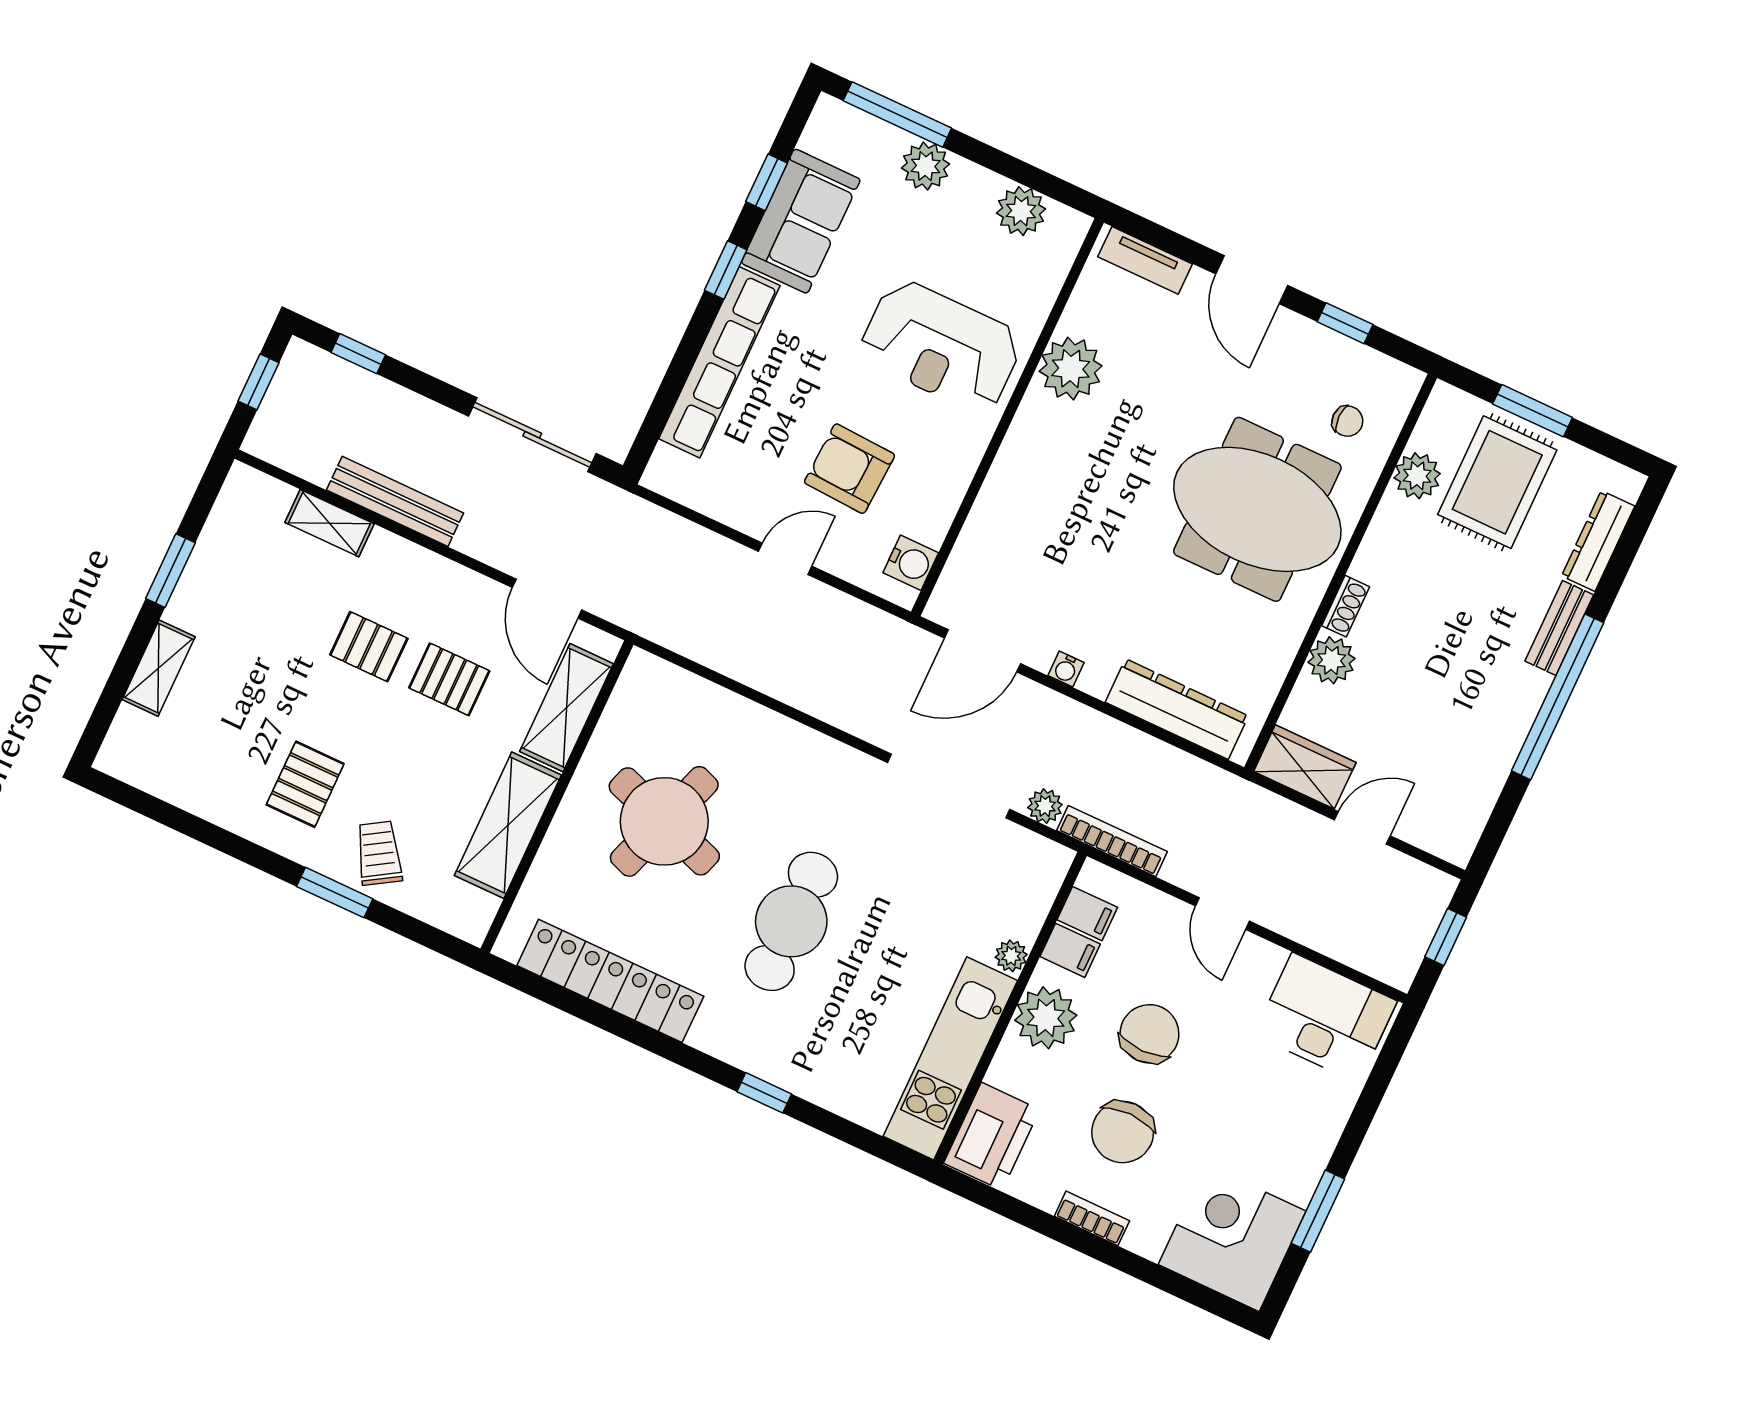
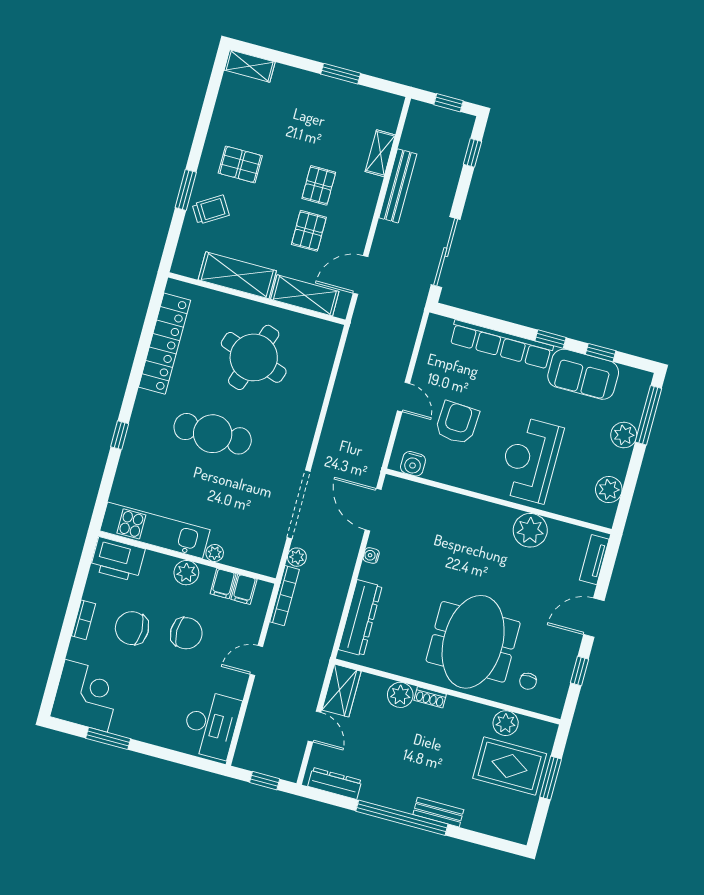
dresser: (1598, 541) -> (335, 783), moved
shelving: (159, 668) -> (250, 66), moved
plant: (1046, 1018) -> (186, 573), width x0.73, depth x0.73

